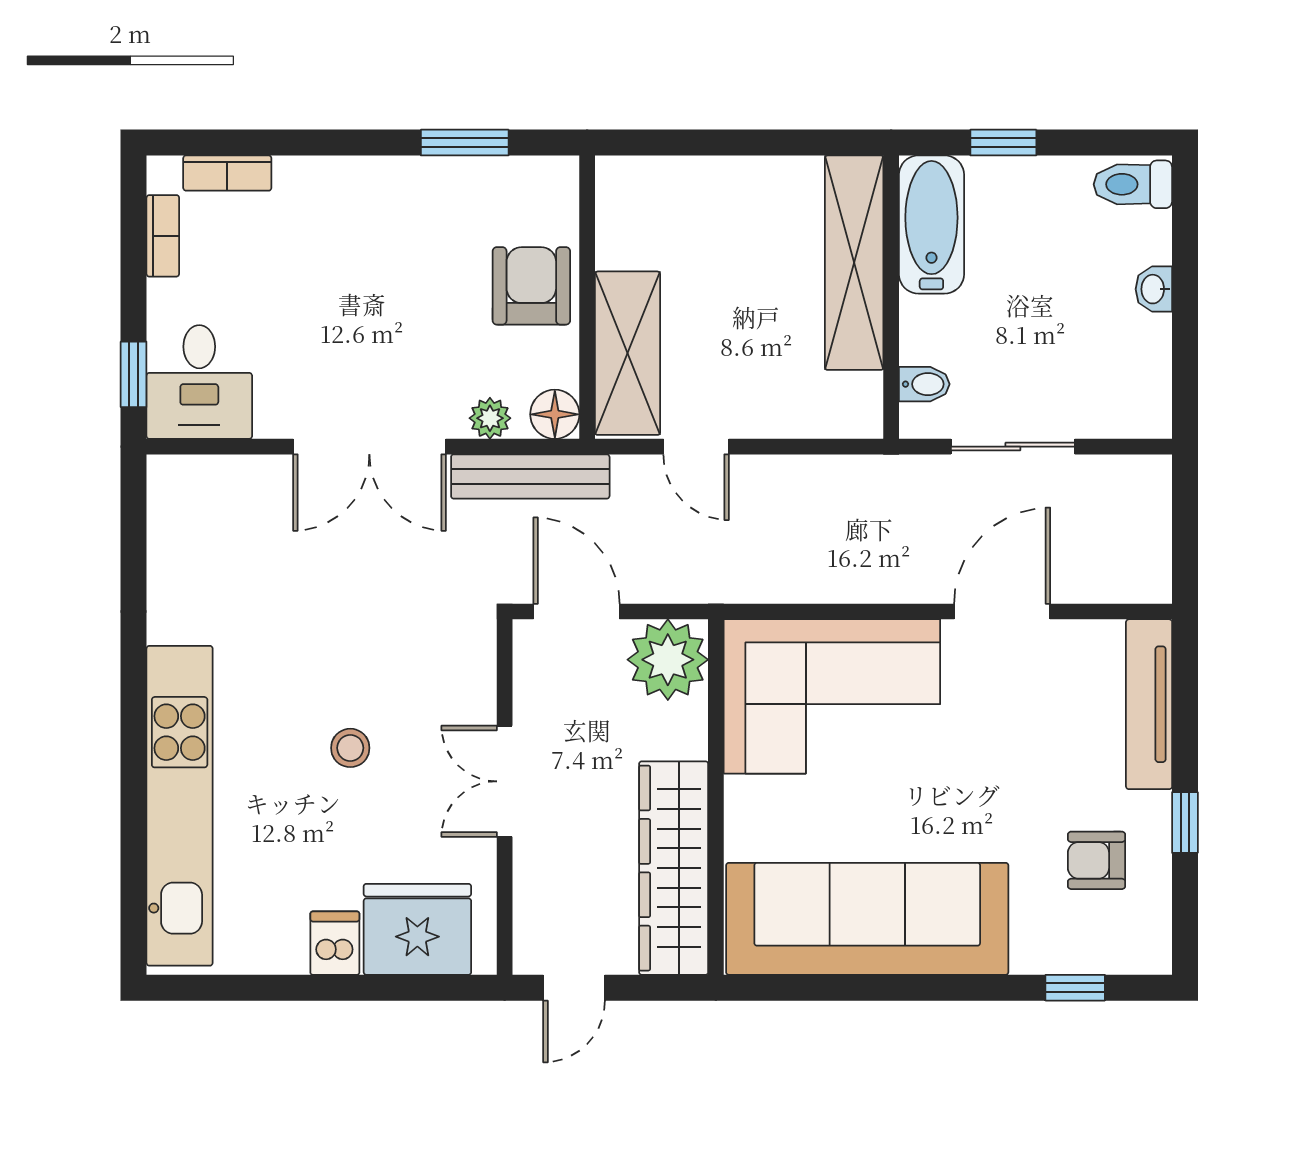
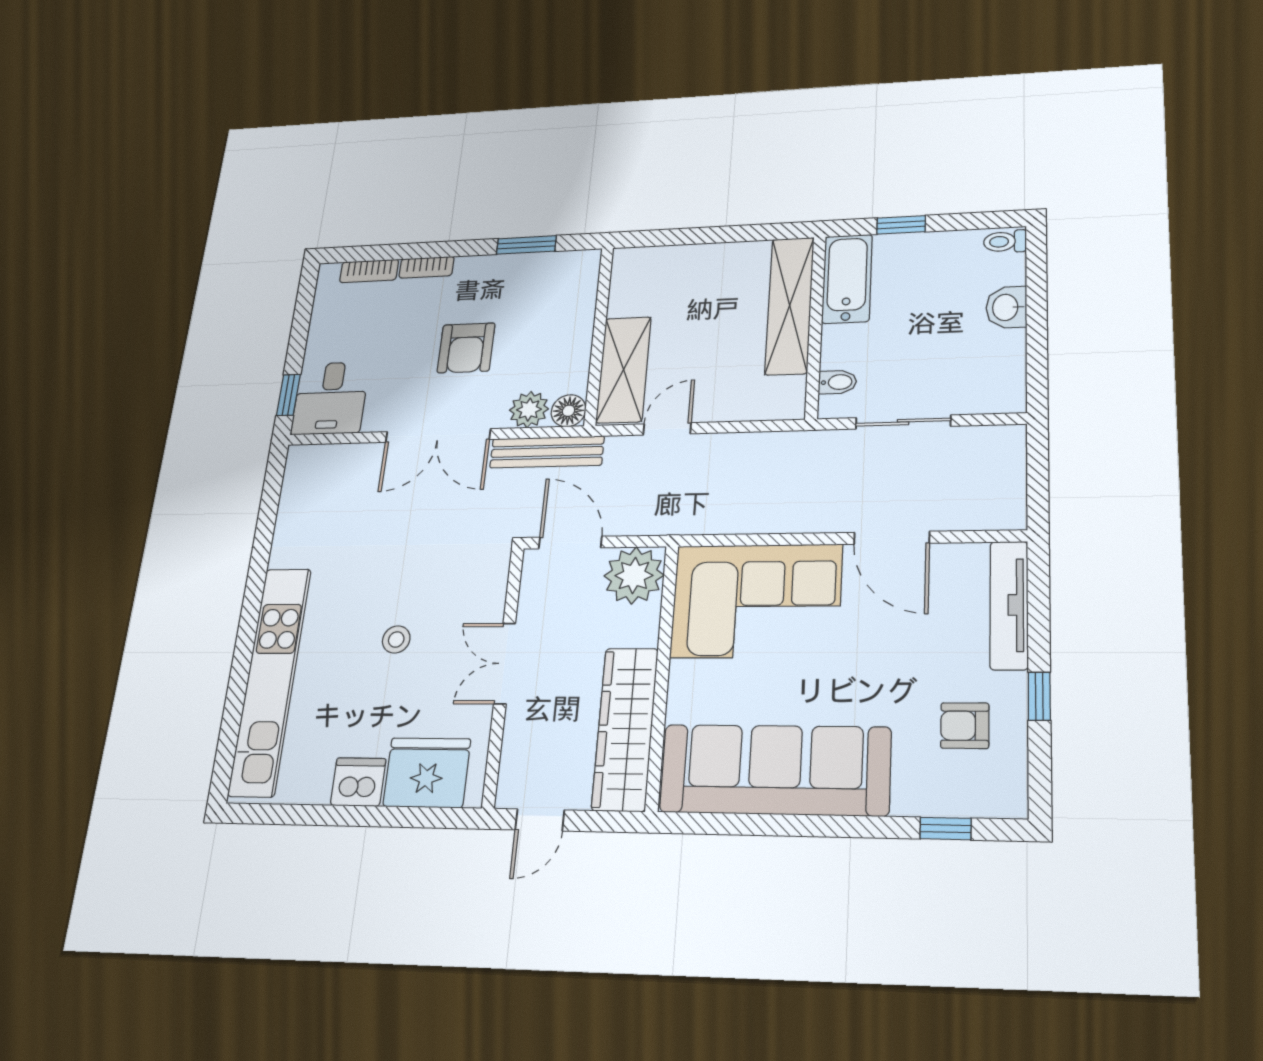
toilet: (1133, 184) -> (1005, 241), width x0.73, depth x0.72
bookcase: (163, 236) -> (427, 267), moved, turned 90
armchair: (531, 286) -> (466, 348), moved, turned 180
washbasin: (1154, 289) -> (1006, 307), width x1.38, depth x1.45
plant: (490, 418) -> (529, 410), width x1.38, depth x1.38
door: (696, 447) -> (667, 429), swing flipped
door: (1002, 612) -> (892, 538), swing flipped
dishwasher: (335, 943) -> (358, 782), width x1.38

